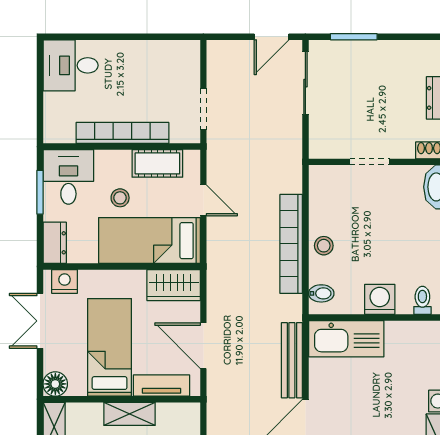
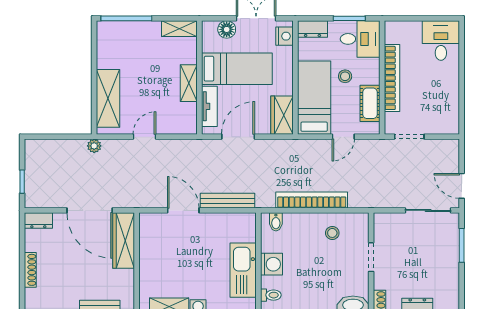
stool: (324, 246) -> (332, 233), moved
kitchen sink: (346, 339) -> (243, 270), moved
floor lamp: (55, 384) -> (227, 29), moved

